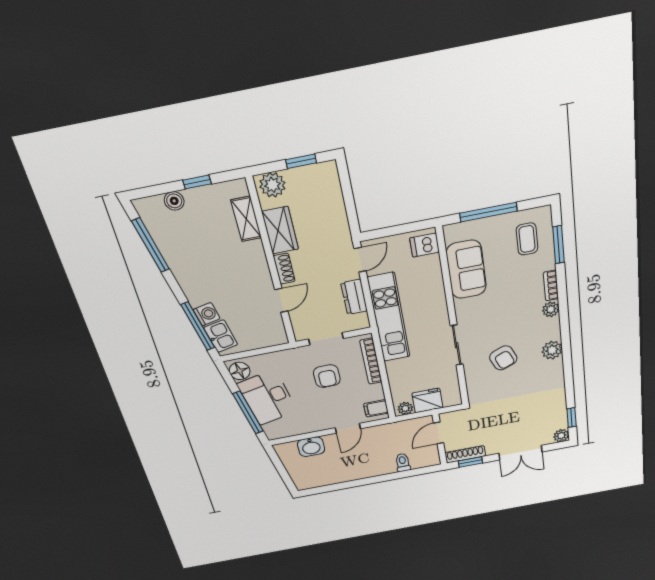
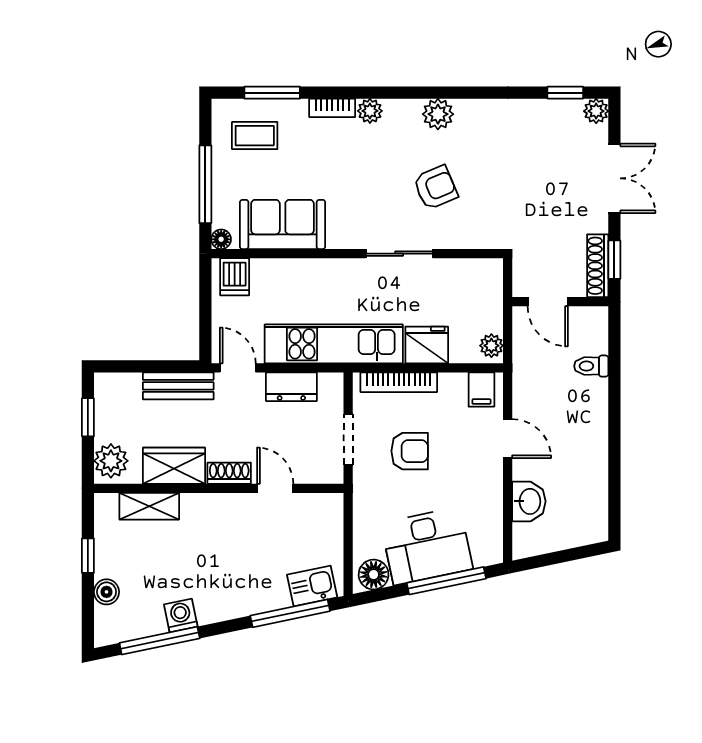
bench: (339, 222) -> (178, 386), added
floor lamp: (450, 231) -> (221, 239), added
washing machine: (207, 314) -> (181, 615), moved
fridge: (427, 400) -> (427, 345), moved, turned 90

